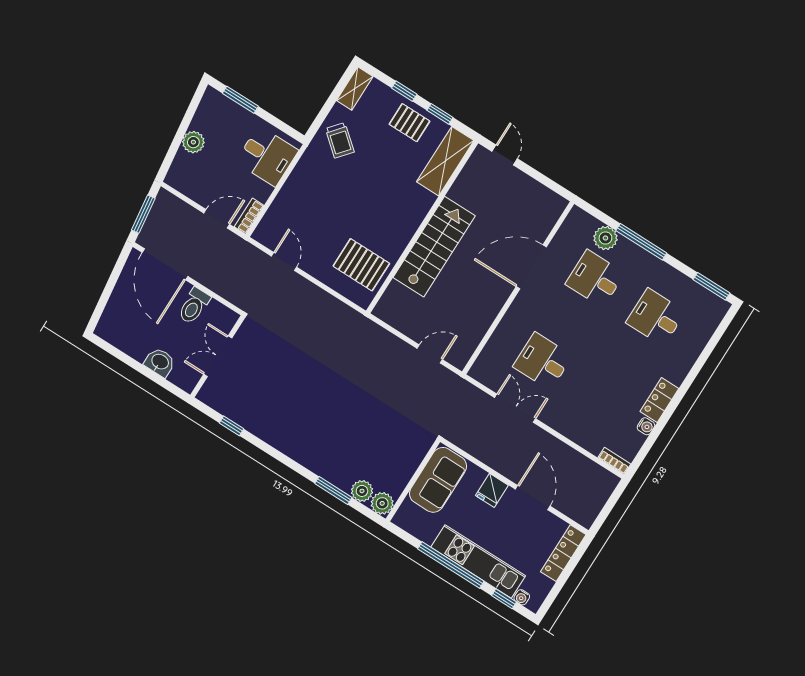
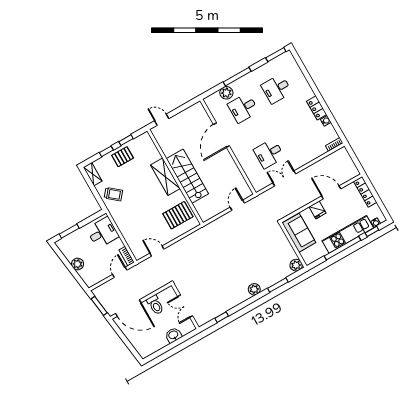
shelving: (445, 161) -> (165, 177), moved
plant: (362, 491) -> (254, 289), moved

